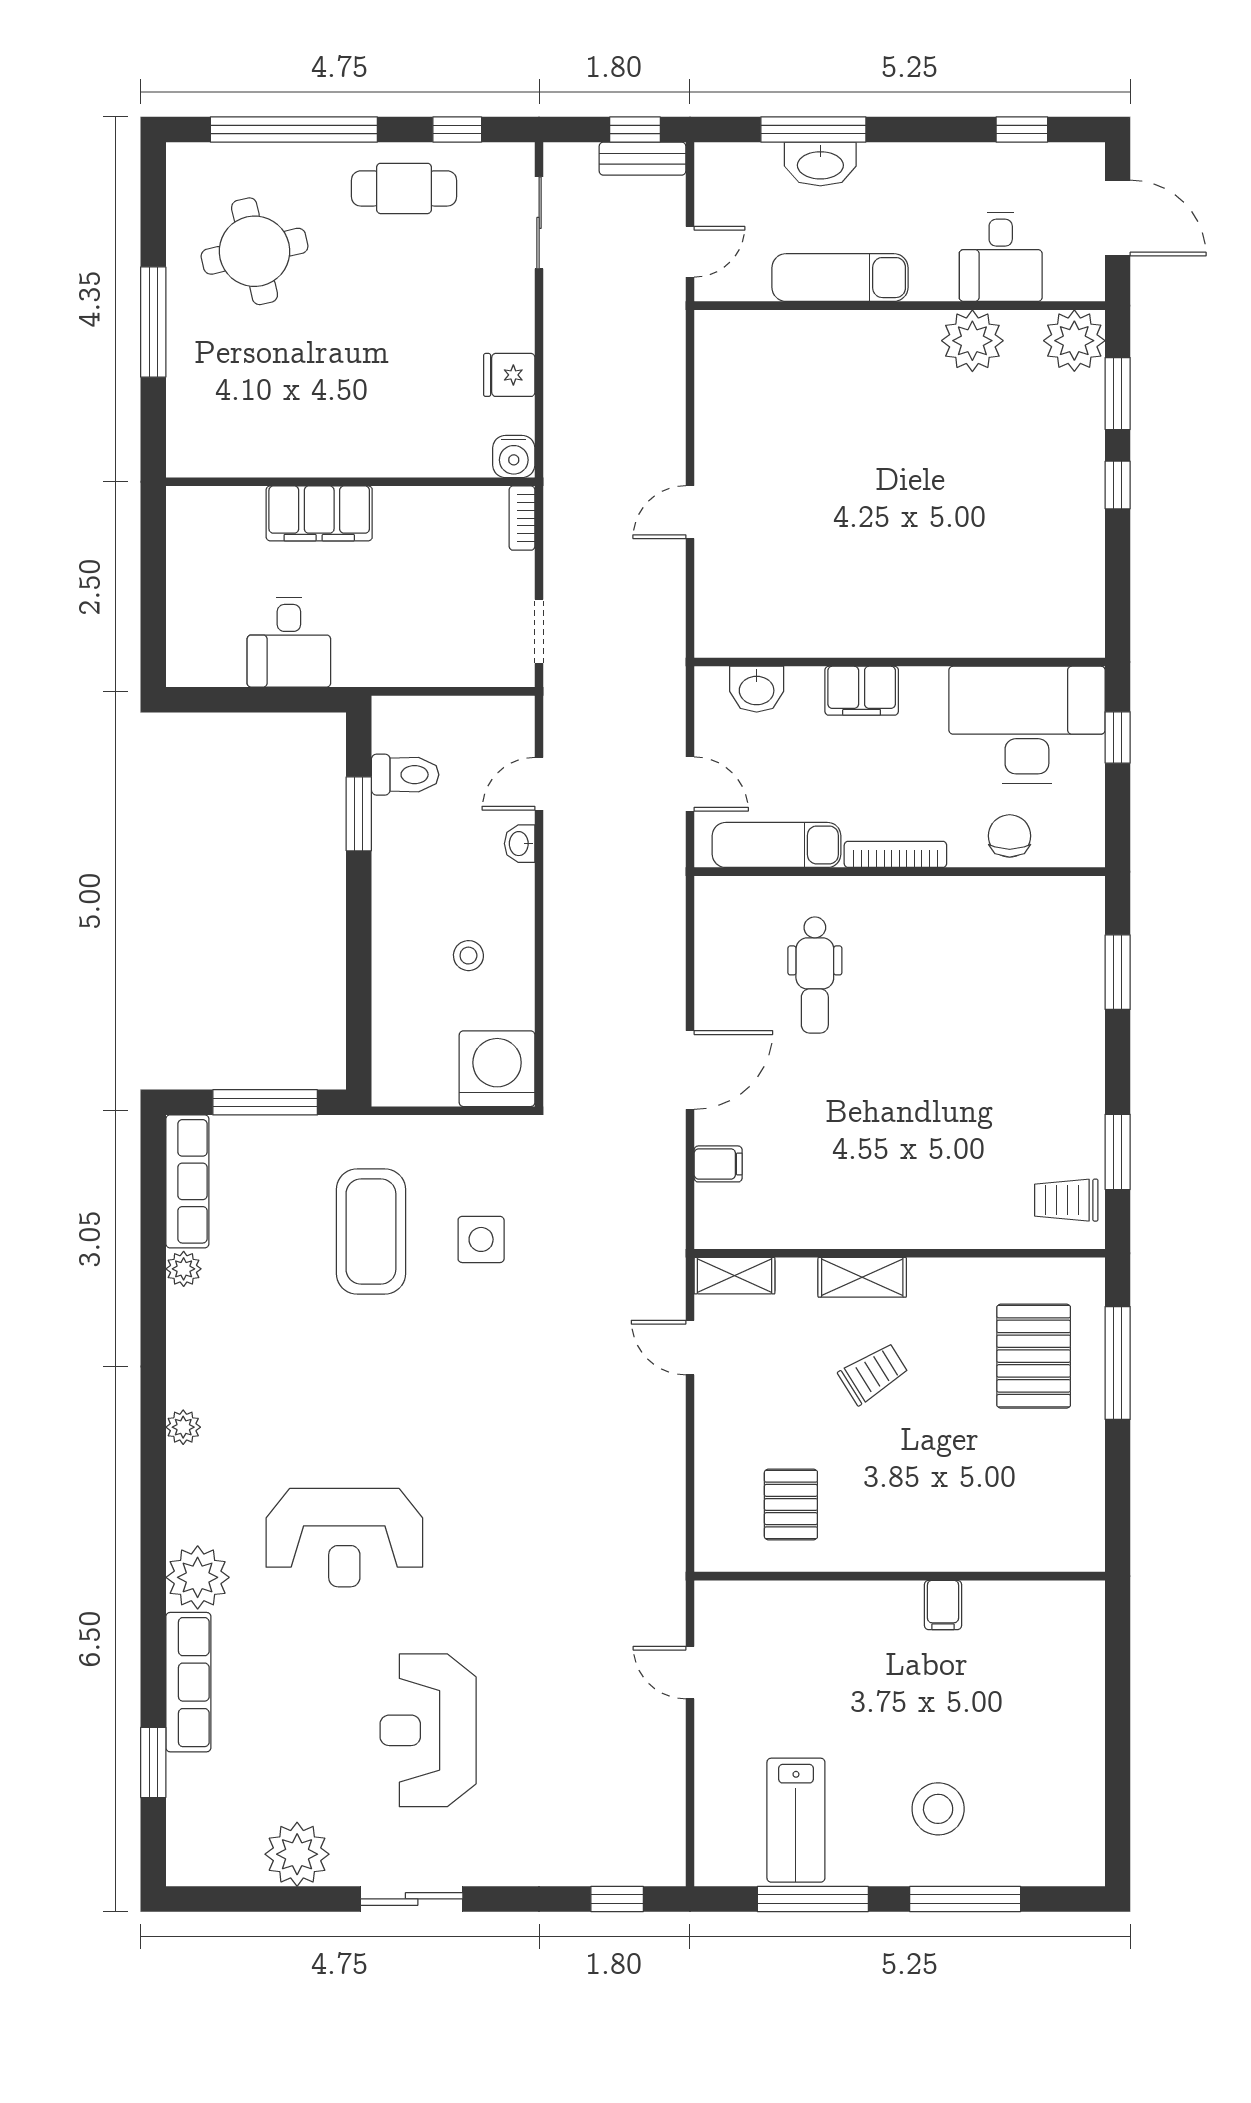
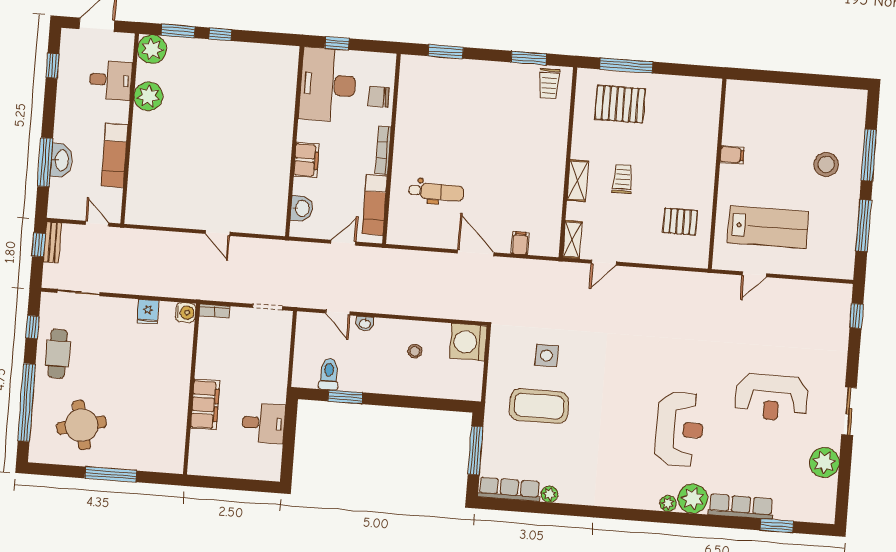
trolley: (873, 1374) -> (623, 179), turned 32
plant: (183, 1427) -> (668, 503), moved
lab bench: (796, 1820) -> (768, 227), moved, width x1.36, depth x1.39

